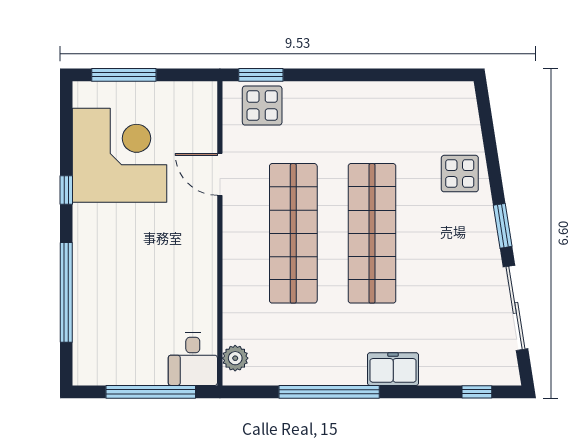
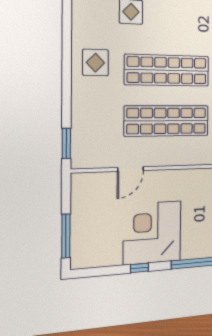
display table: (262, 106) -> (95, 63), moved
corner desk: (120, 155) -> (152, 233), moved

